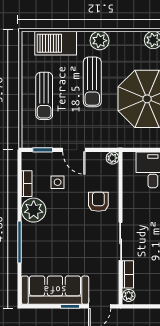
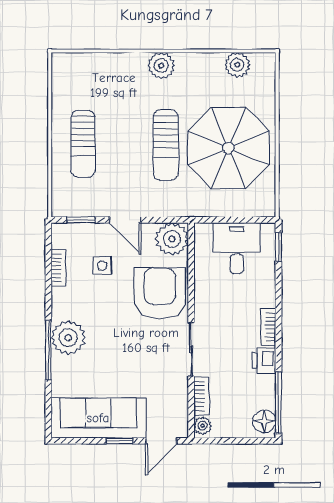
barbecue: (56, 43) -> (99, 69), removed
sun lounger: (92, 82) -> (166, 145), moved
plant: (112, 158) -> (172, 239), width x1.88, depth x1.88
armchair: (98, 202) -> (160, 293), width x1.88, depth x1.88
plant: (34, 210) -> (68, 338), moved

